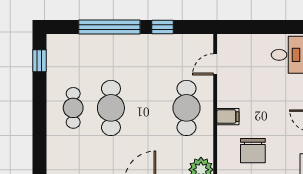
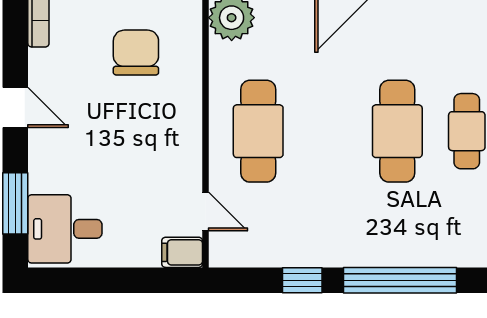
door: (215, 64) -> (206, 211), hinge flipped
filing cabinet: (228, 117) -> (182, 252), moved

